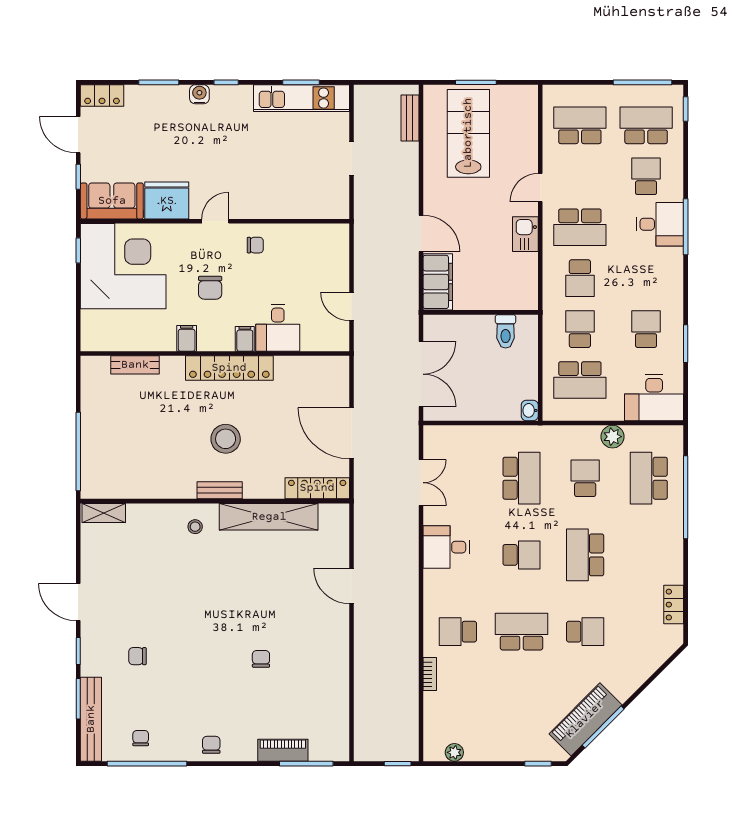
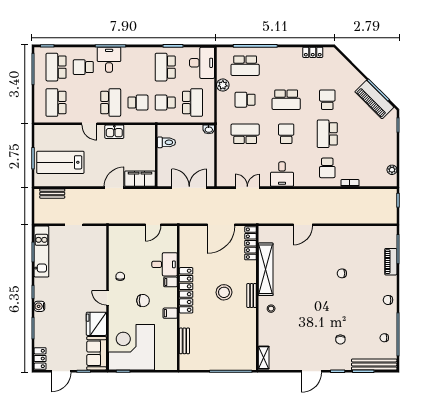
school desk: (646, 329) -> (165, 67), width x1.85

